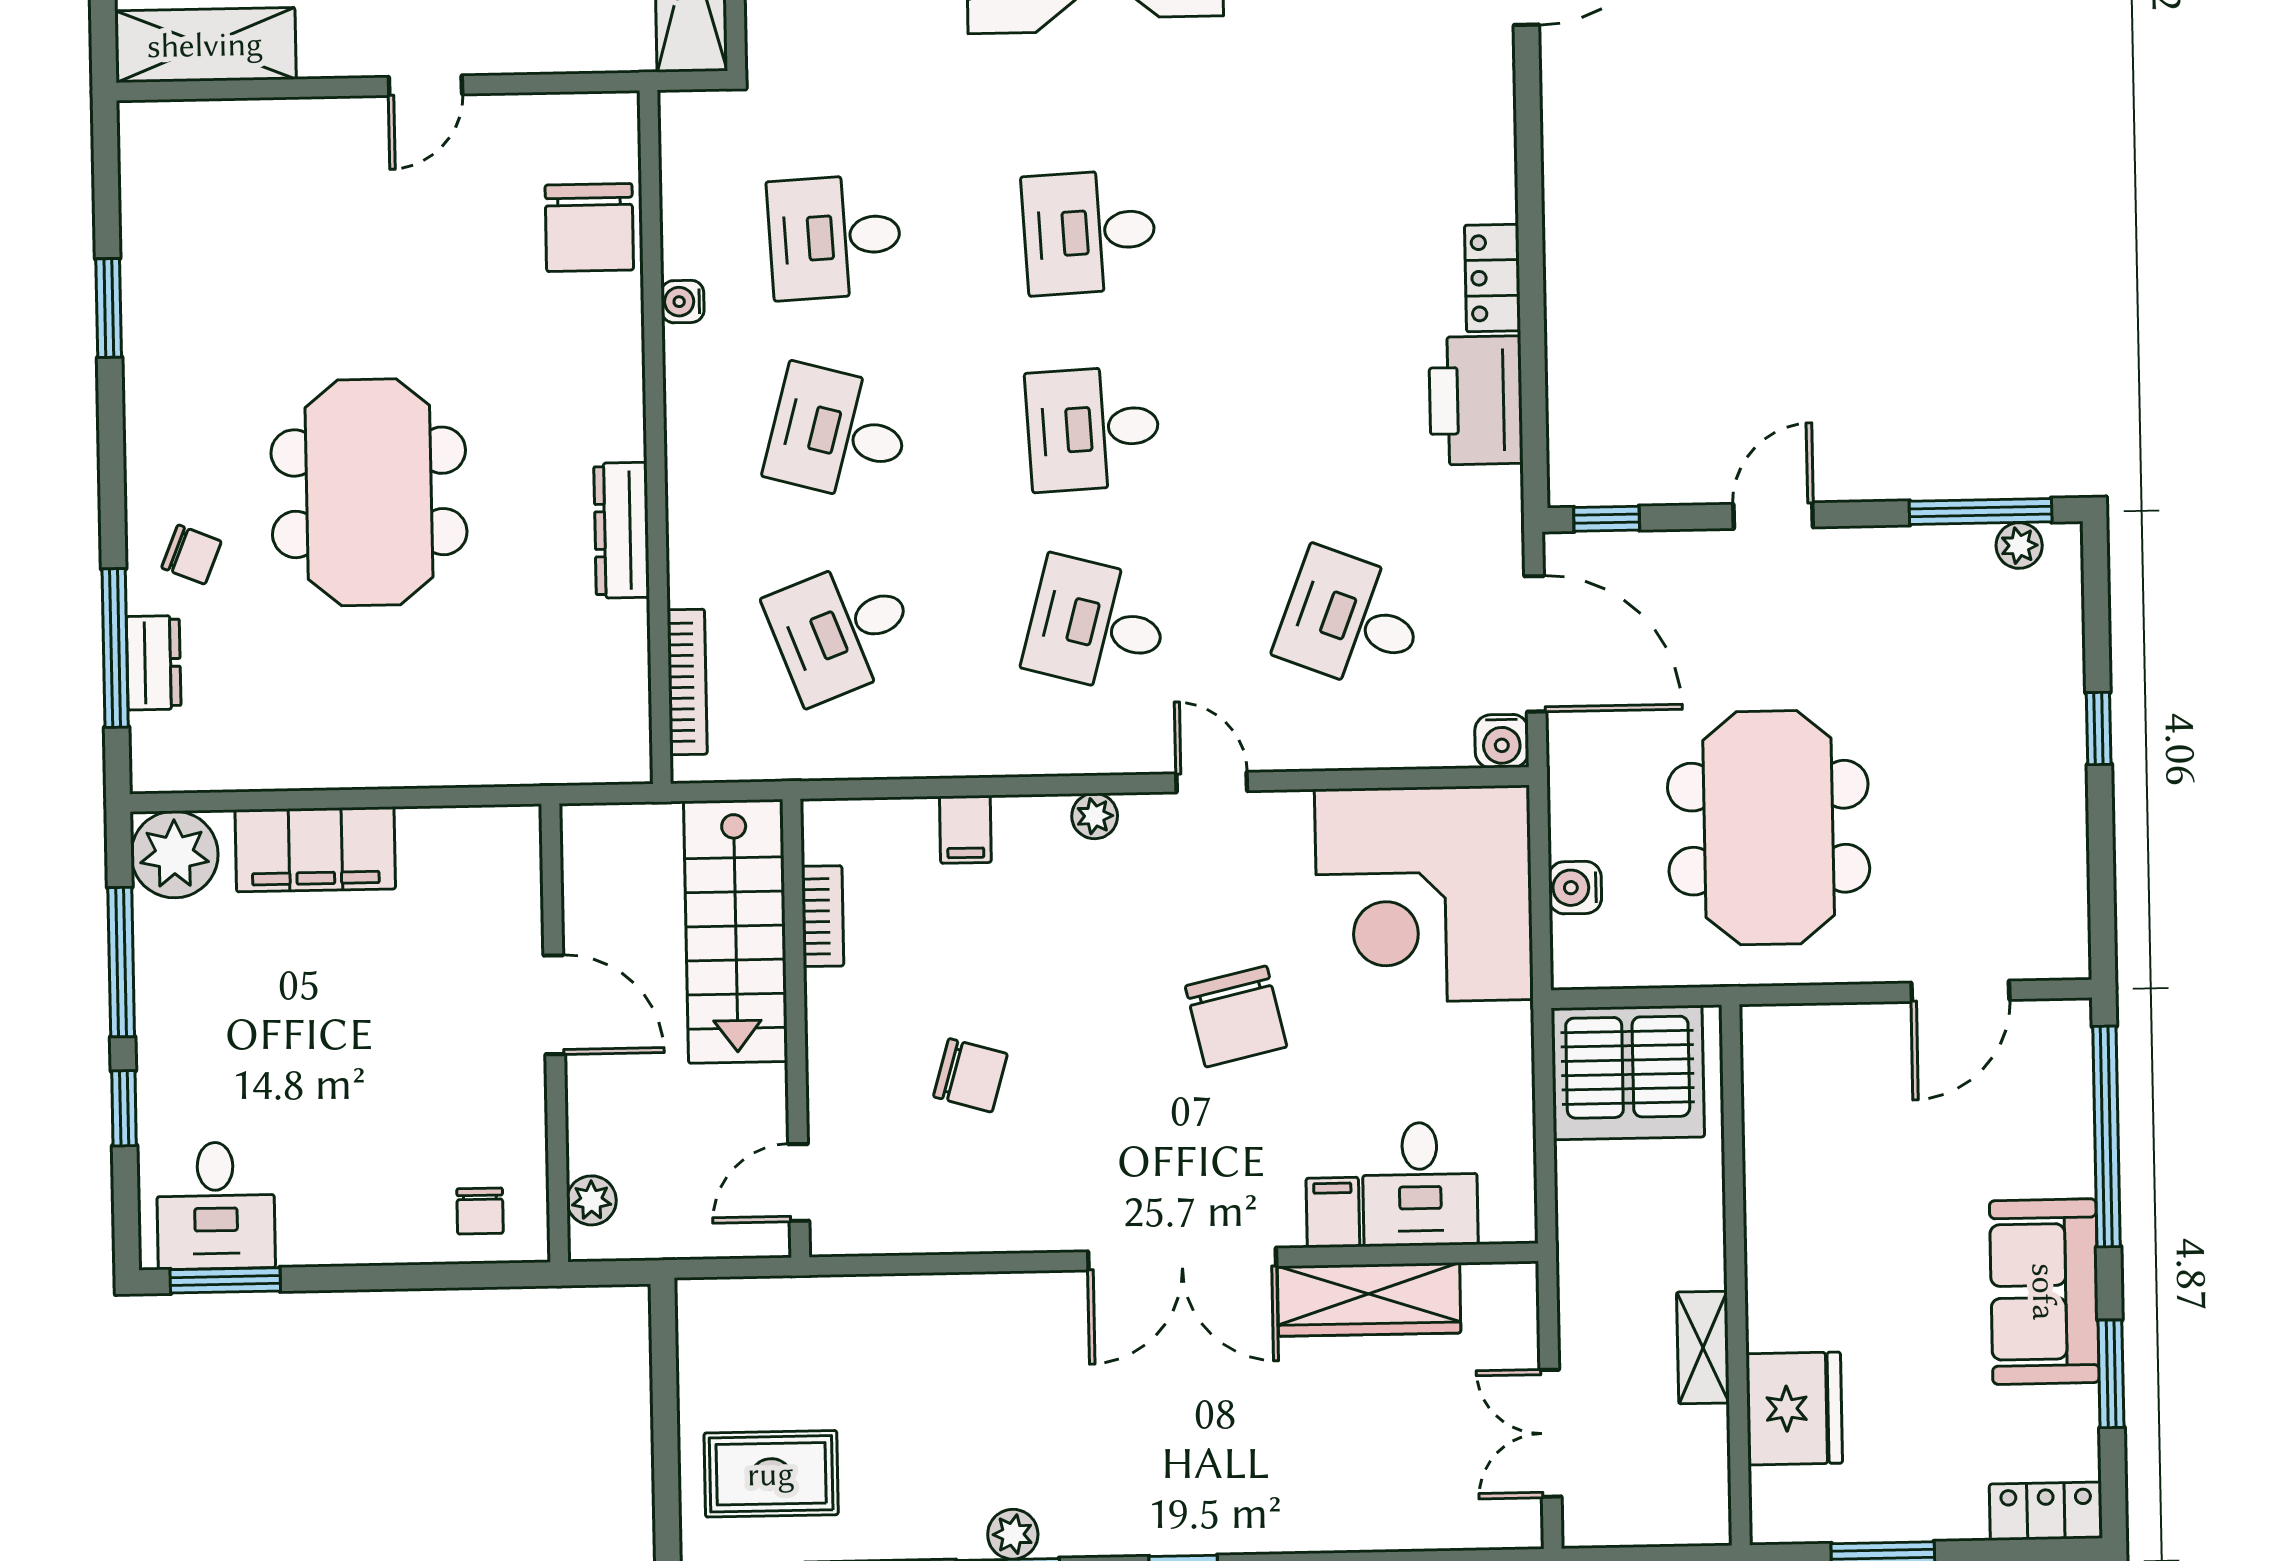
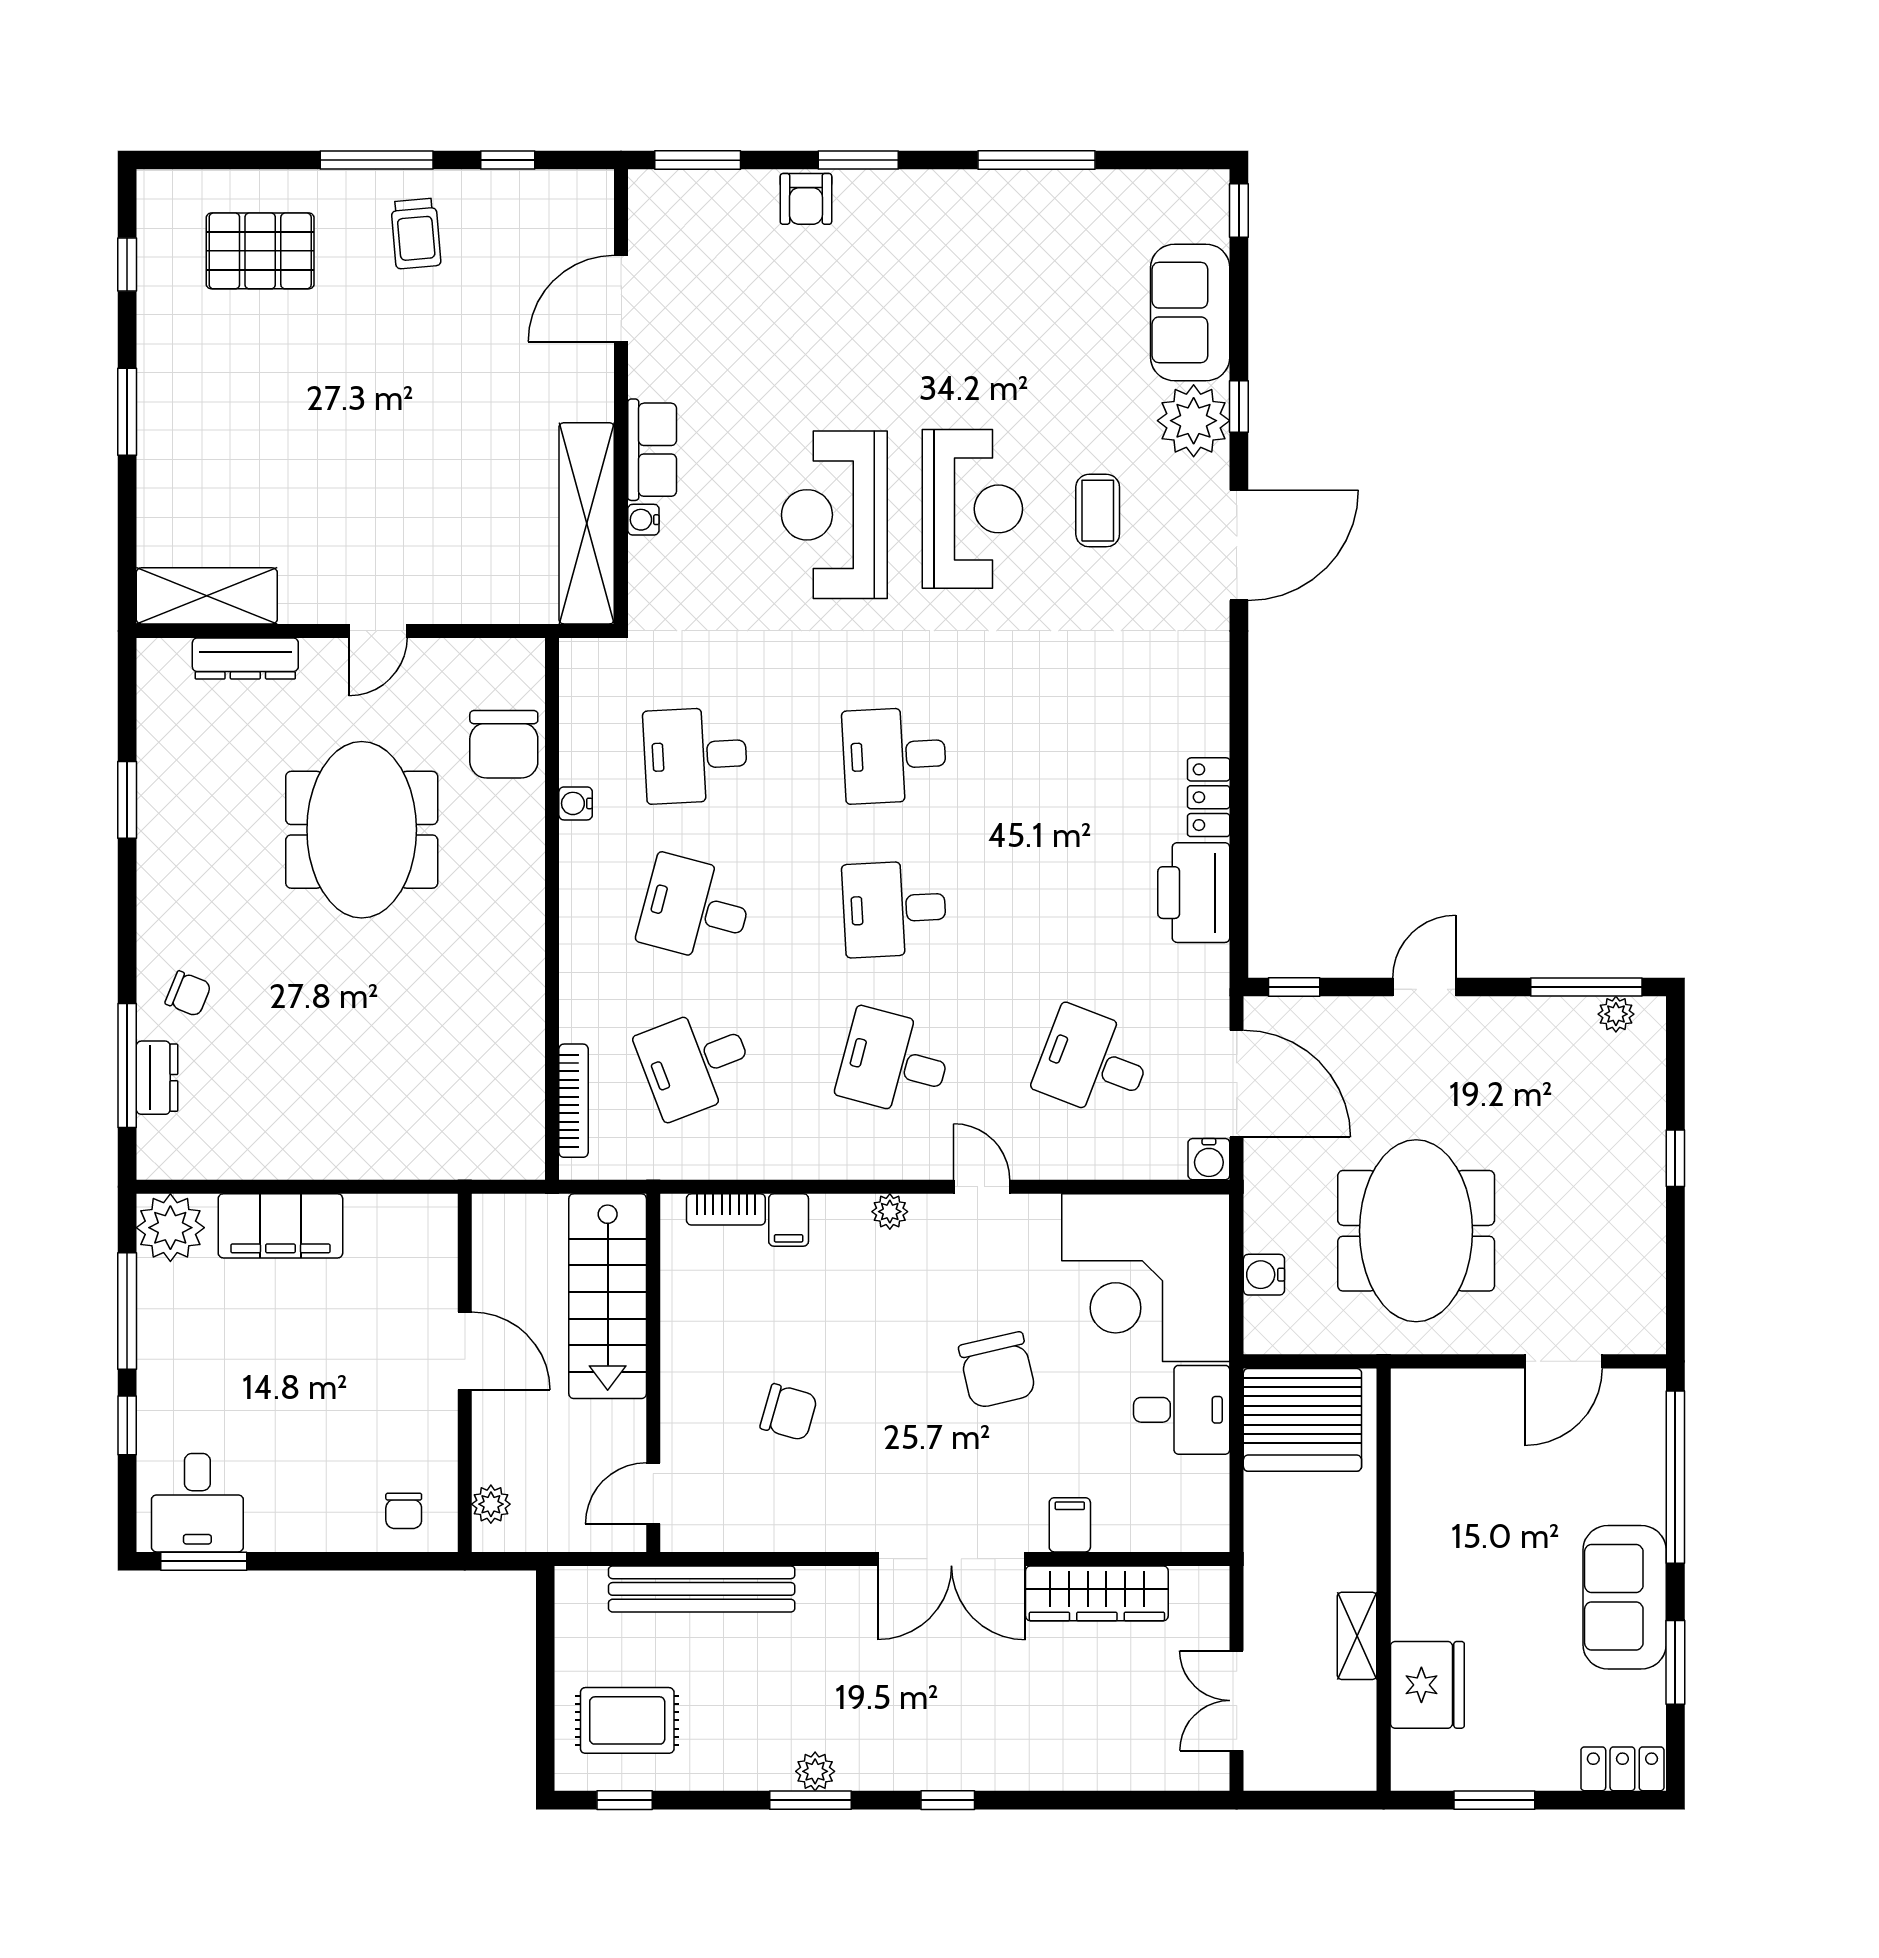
meeting table: (369, 492) -> (362, 830), moved
dresser: (622, 530) -> (245, 658), moved, turned -90
bookcase: (823, 916) -> (726, 1209), moved, turned 90
desk: (1420, 1184) -> (1182, 1410), moved, turned -90
bench: (863, 1304) -> (702, 1589), added

